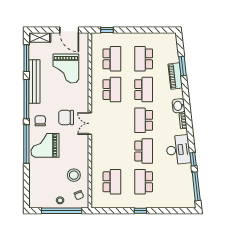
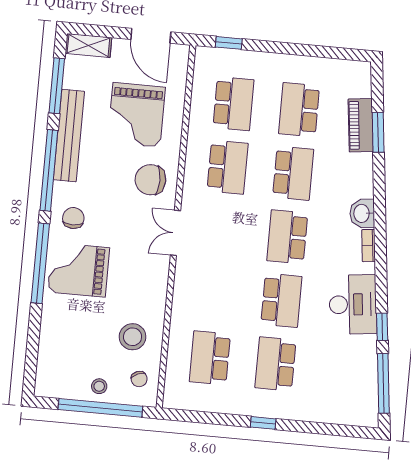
piano: (175, 76) -> (361, 125), moved
chair: (66, 117) -> (150, 180), moved
school desk: (112, 182) -> (210, 358), turned 180

